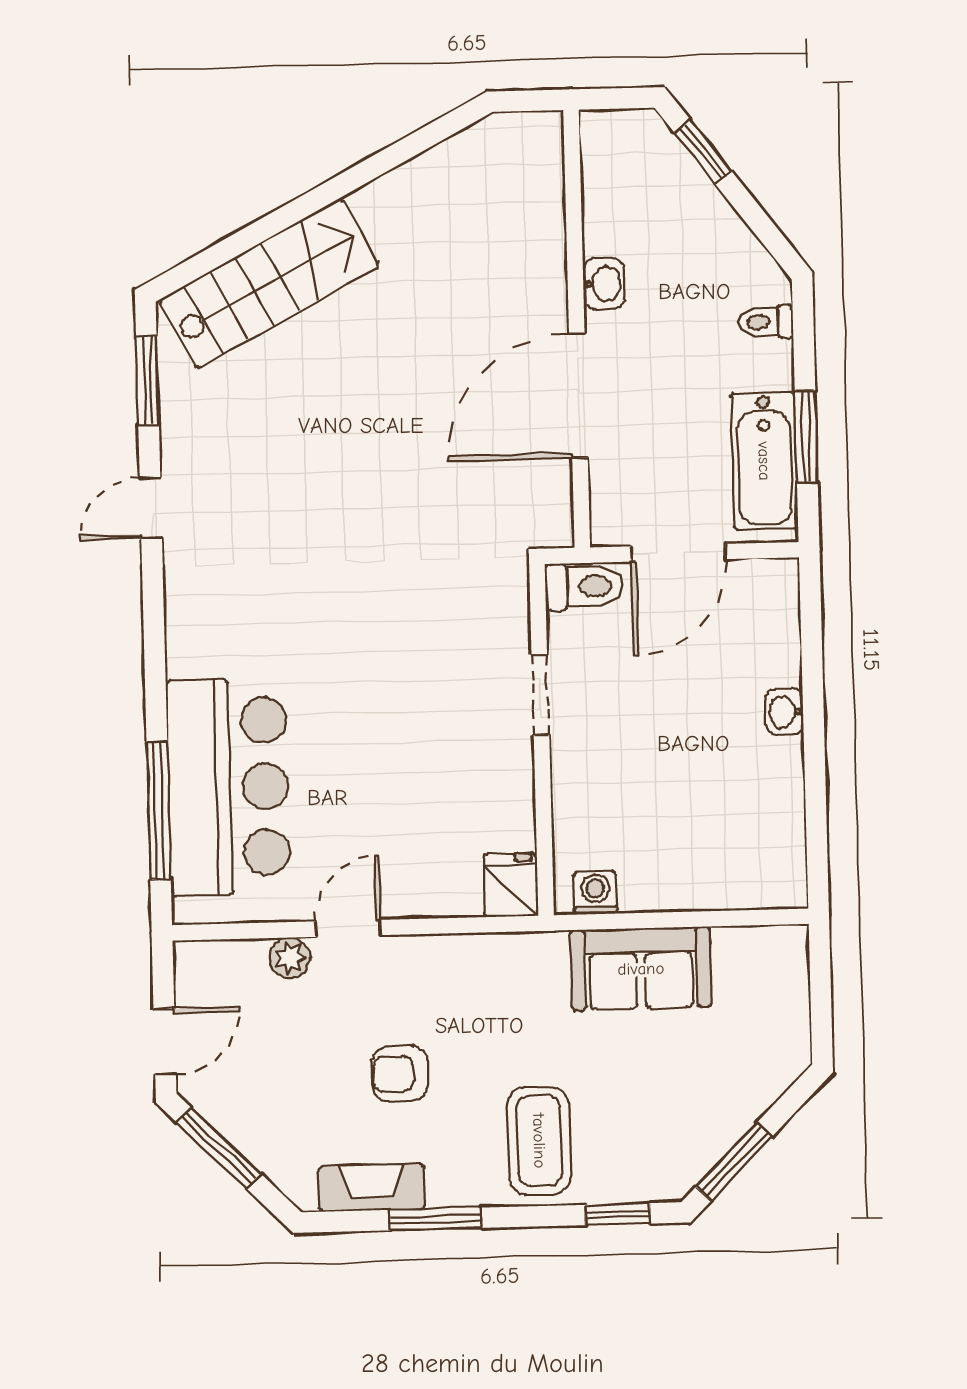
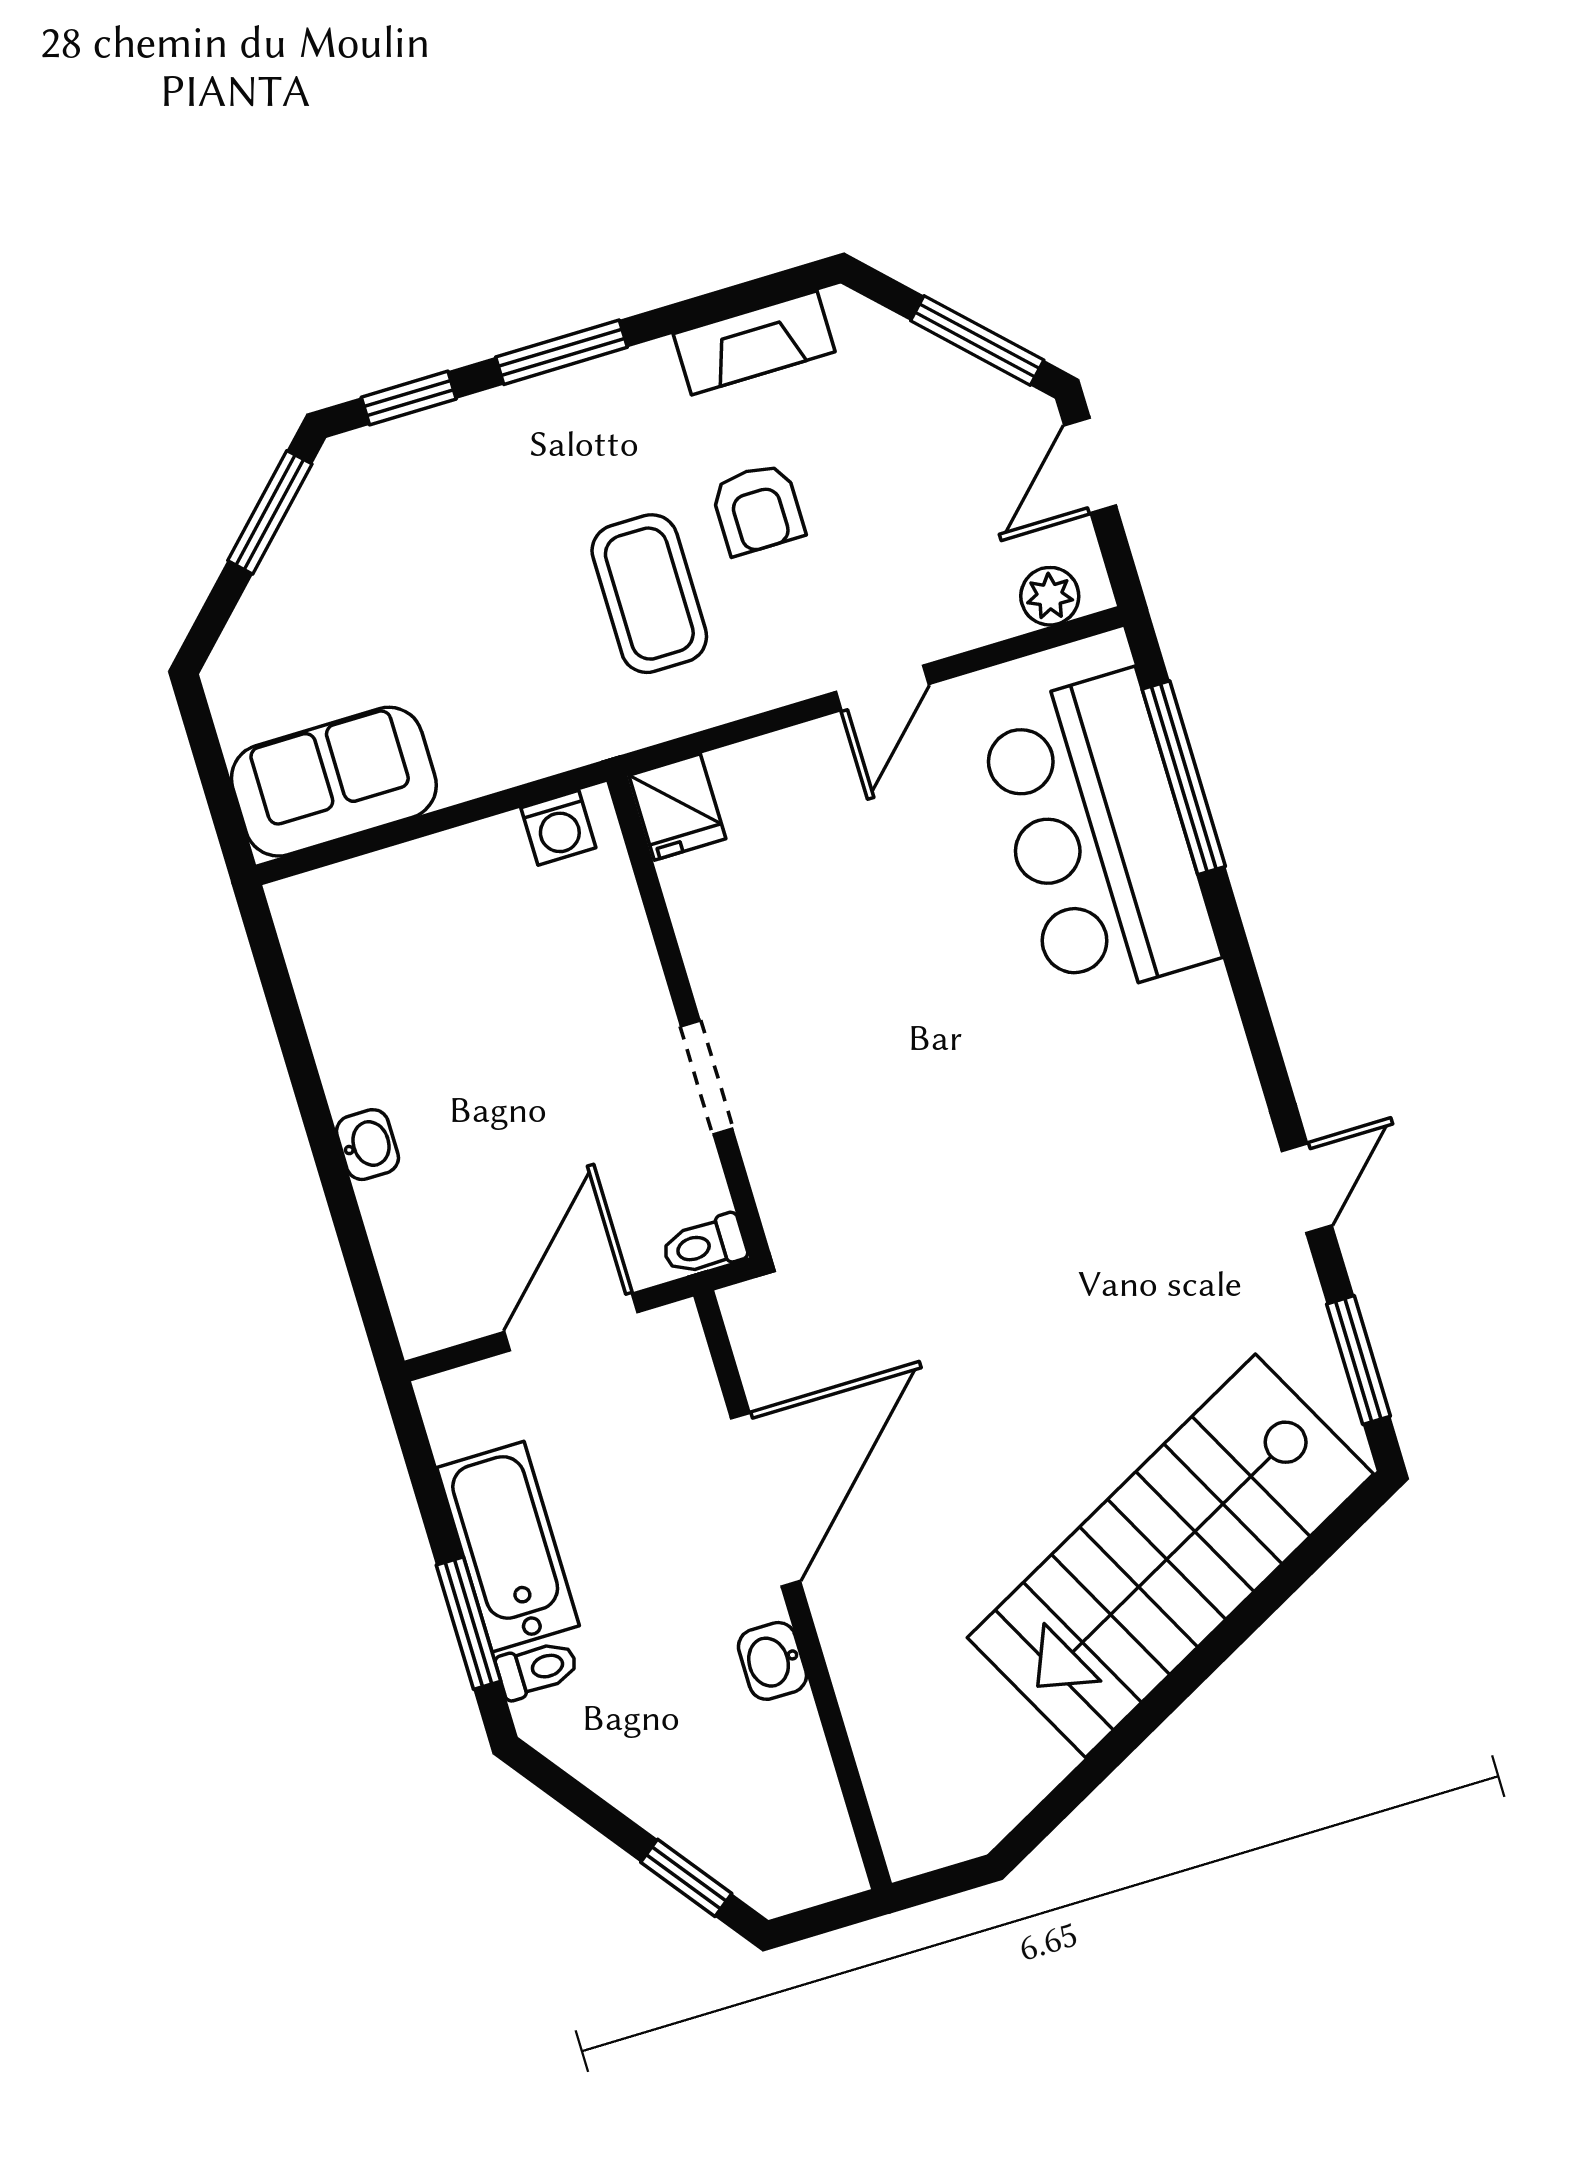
stairs: (269, 283) -> (1170, 1556), width x1.36, depth x1.51
window: (806, 437) -> (468, 1623), moved
bathtub: (764, 461) -> (508, 1547), moved
toilet: (584, 587) -> (704, 1245), width x0.73, depth x0.72
plant: (290, 958) -> (1050, 596), moved
sofa: (641, 969) -> (334, 782), moved
armchair: (400, 1074) -> (758, 509), turned 90
coffee table: (539, 1141) -> (649, 594), moved
window: (435, 1219) -> (561, 352), moved

